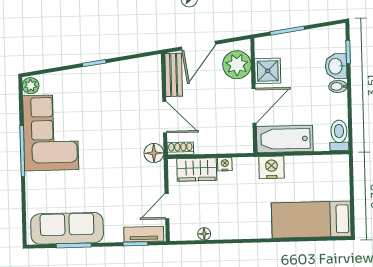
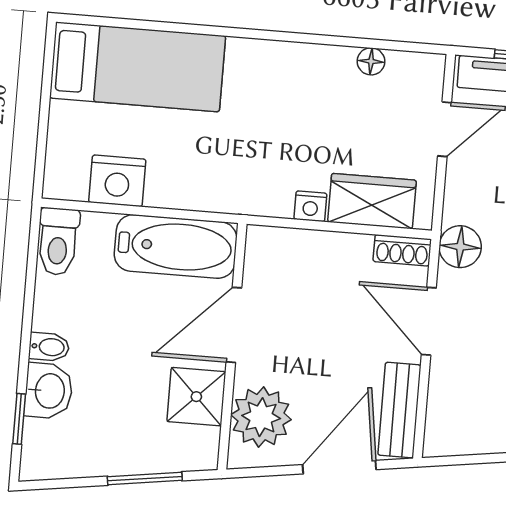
nightstand: (272, 167) -> (117, 181), moved

